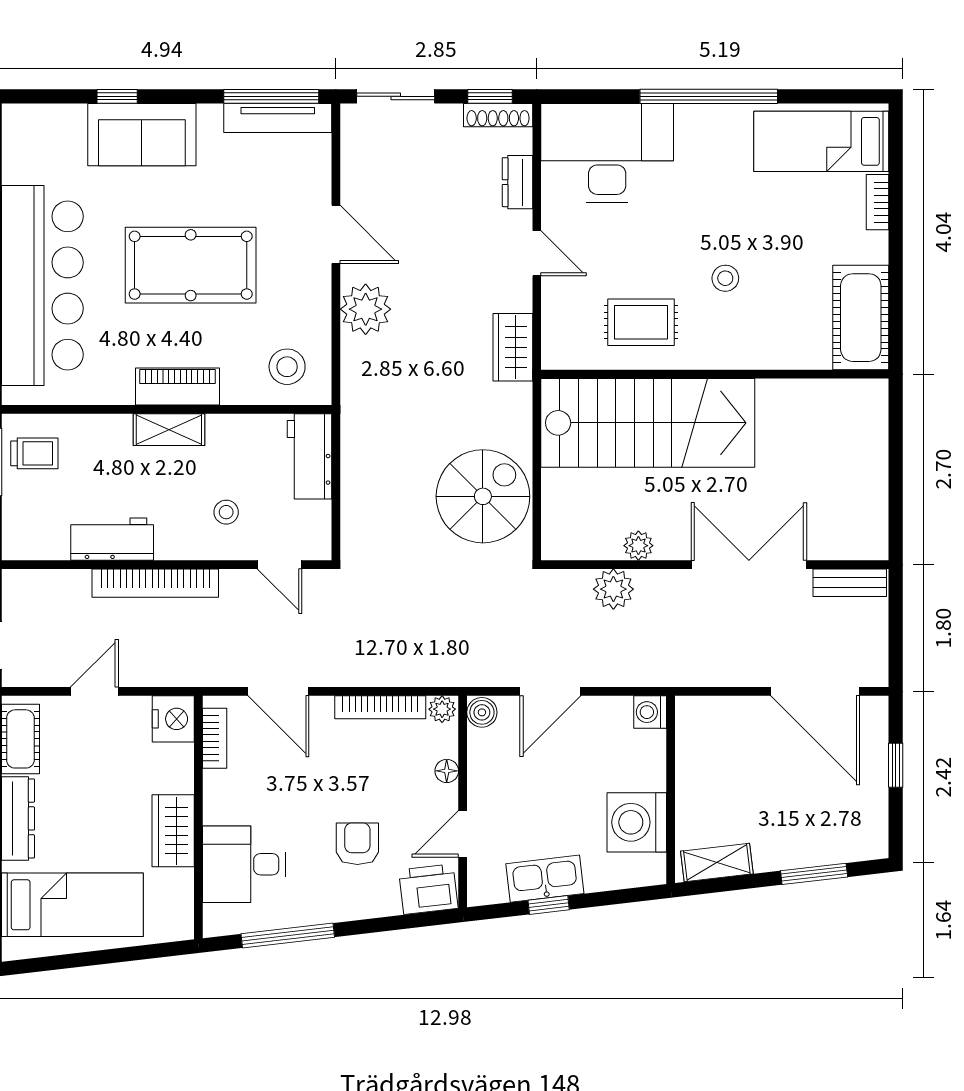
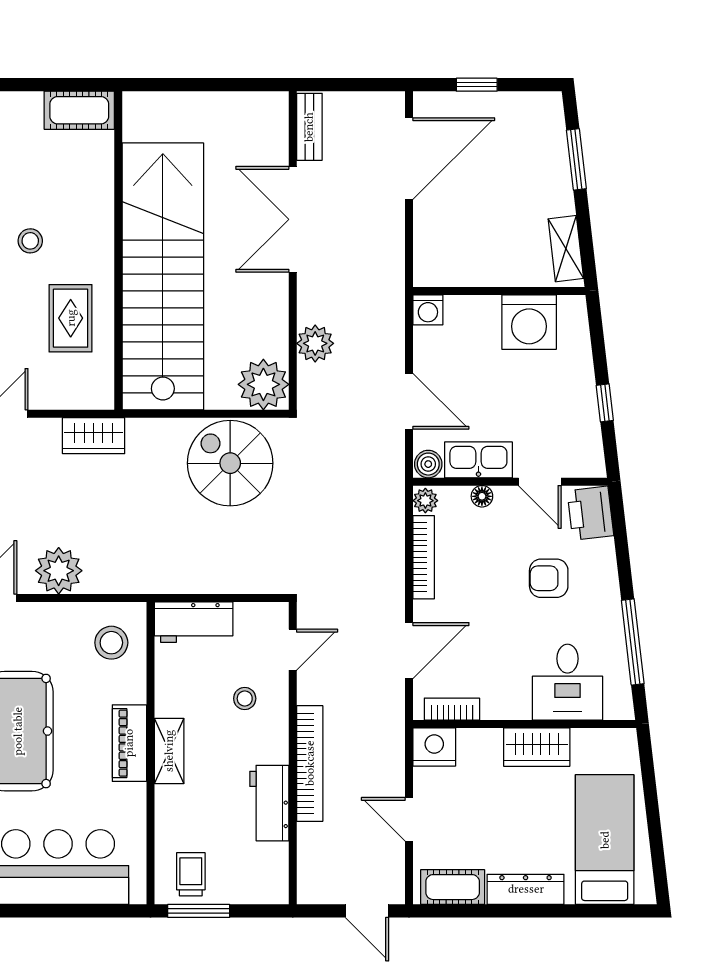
cot: (861, 318) -> (79, 110), width x0.73, depth x0.75
stairs: (648, 423) -> (163, 276), width x1.36
plant: (638, 546) -> (263, 384), moved, width x1.87, depth x1.87
kitchen sink: (545, 879) -> (478, 460), moved, turned 97

